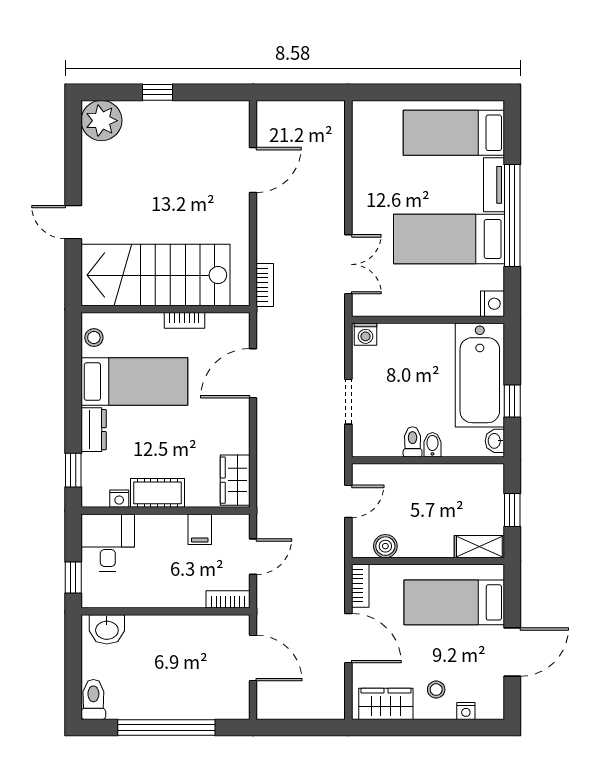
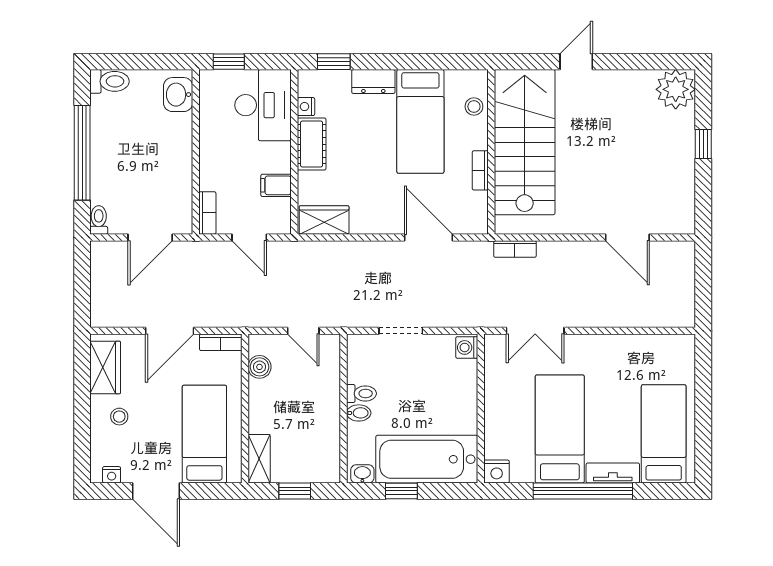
stool: (94, 338) -> (474, 106), moved
desk: (108, 543) -> (263, 105), width x1.37
toilet: (235, 711) -> (99, 220), added
nightstand: (466, 711) -> (112, 475), moved, turned -90

